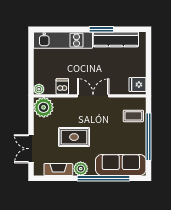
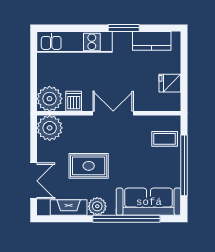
kitchen counter: (116, 39) -> (152, 41), width x0.67
fridge: (138, 84) -> (170, 83), moved
plant: (39, 89) -> (49, 99), width x1.87, depth x1.87
double door: (31, 149) -> (34, 181), swing flipped

